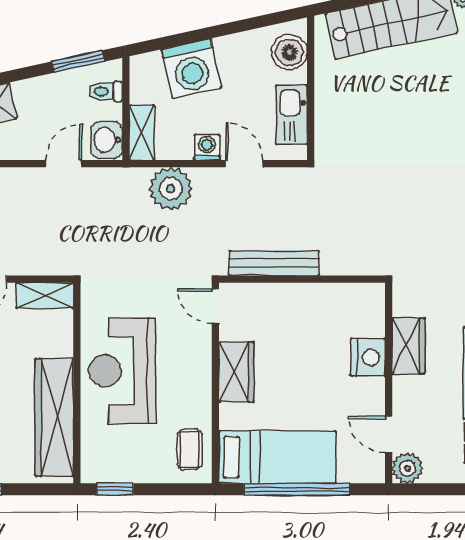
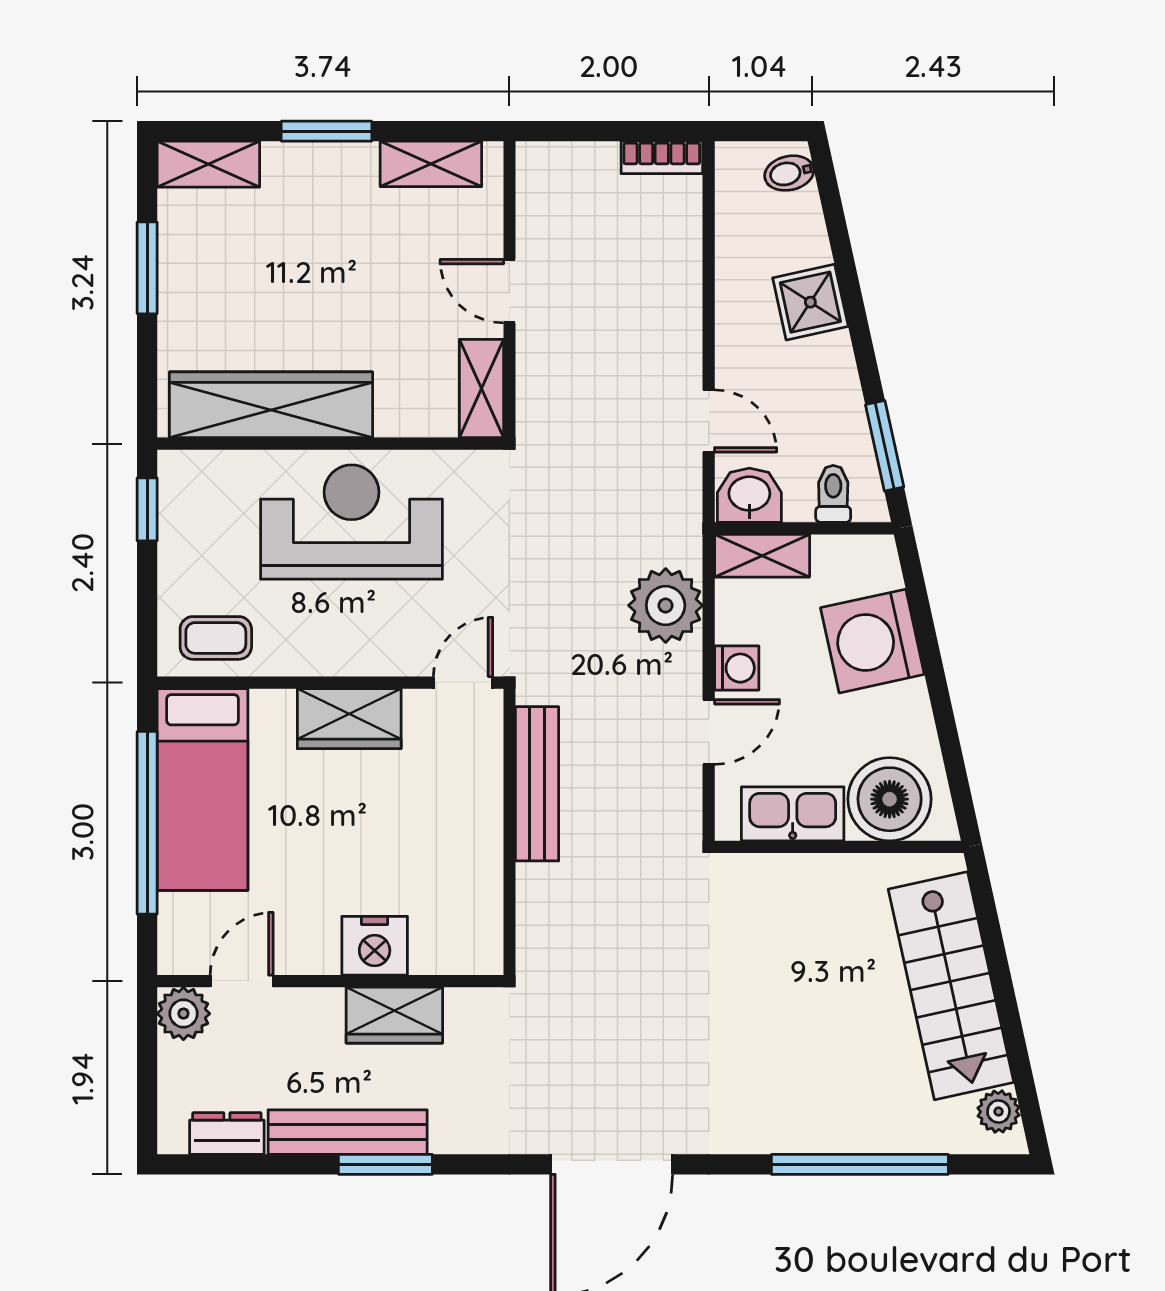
boiler: (290, 52) -> (890, 799), width x1.37, depth x1.37

